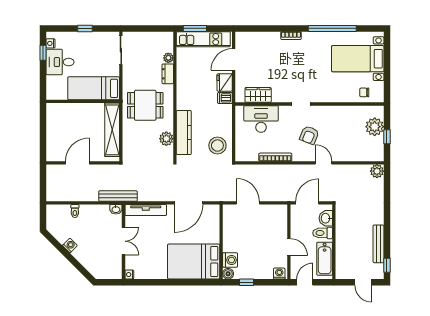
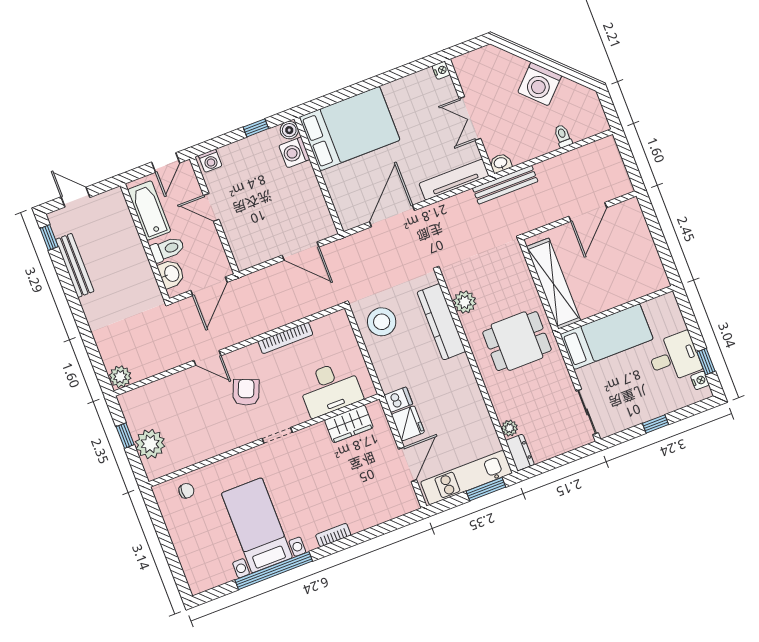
bed with nightstands: (358, 59) -> (257, 525), moved, turned -90
dresser: (168, 74) -> (520, 453), moved
washing machine: (70, 245) -> (540, 84), width x1.89, depth x1.89

